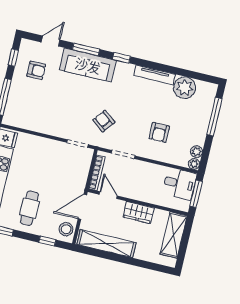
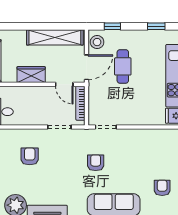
armchair: (36, 70) -> (162, 188), turned 90
armchair: (104, 121) -> (96, 163), moved, turned -128
cafe table: (29, 208) -> (123, 66), moved

